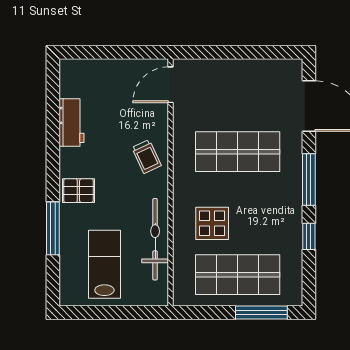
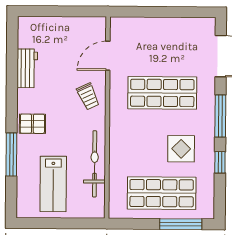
door: (170, 85) -> (108, 56), moved
display table: (212, 223) -> (181, 149), moved
lab bench: (104, 264) -> (53, 184), turned 180

